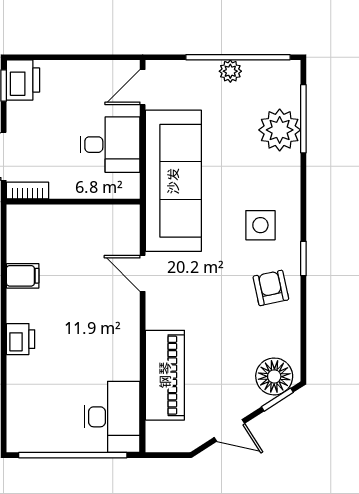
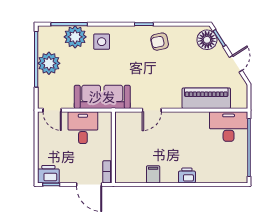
plant: (230, 71) -> (49, 63), width x1.88, depth x1.88
sofa: (173, 181) -> (102, 97), width x0.74, depth x0.79
side table: (260, 225) -> (102, 42), moved

